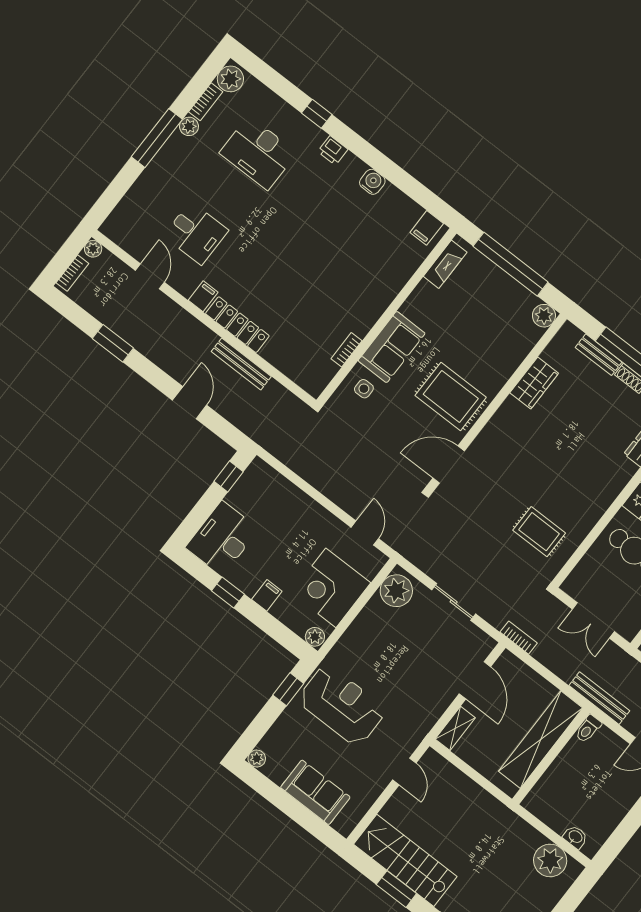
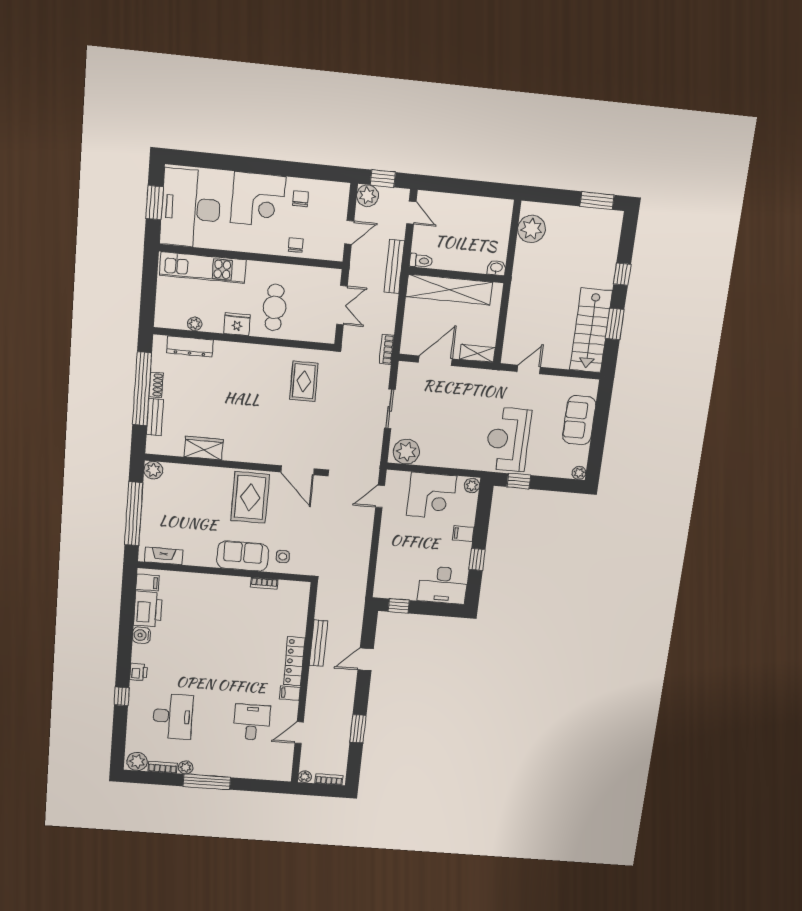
printer: (397, 208) -> (148, 609), added
washbasin: (575, 837) -> (496, 268), moved, turned 90

